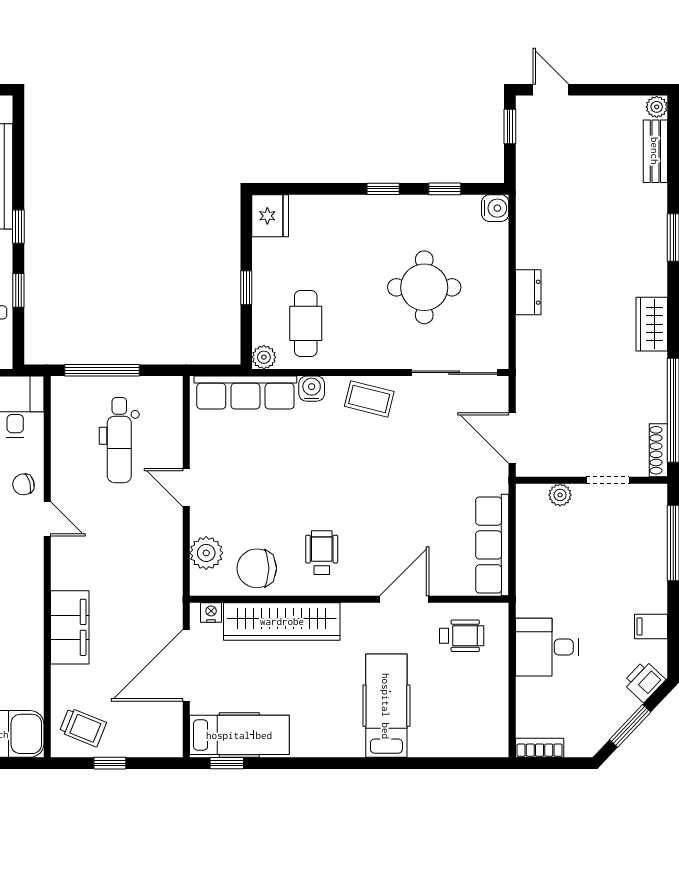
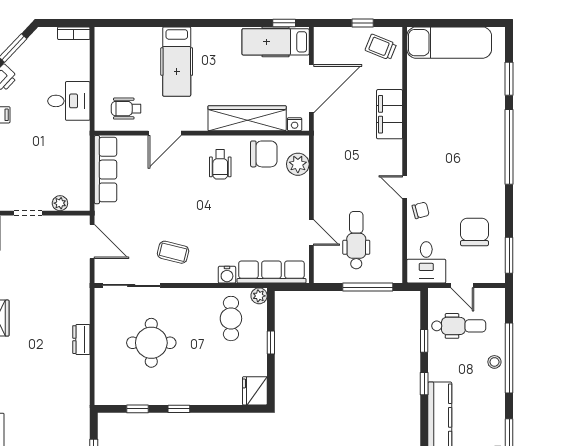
water cooler: (495, 208) -> (104, 396), removed
coffee table: (369, 399) -> (173, 252), moved
door: (186, 488) -> (311, 233), moved

